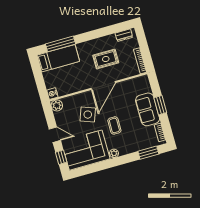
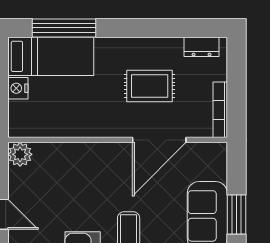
door: (103, 86) -> (159, 140), moved
nightstand: (52, 94) -> (18, 88), moved
side table: (88, 115) -> (79, 191), removed

